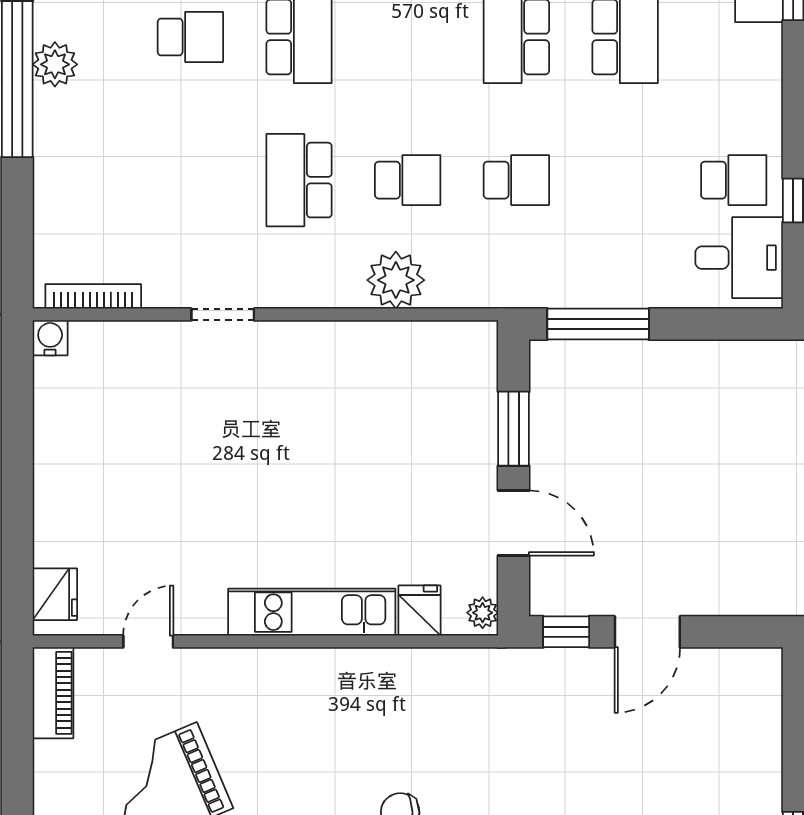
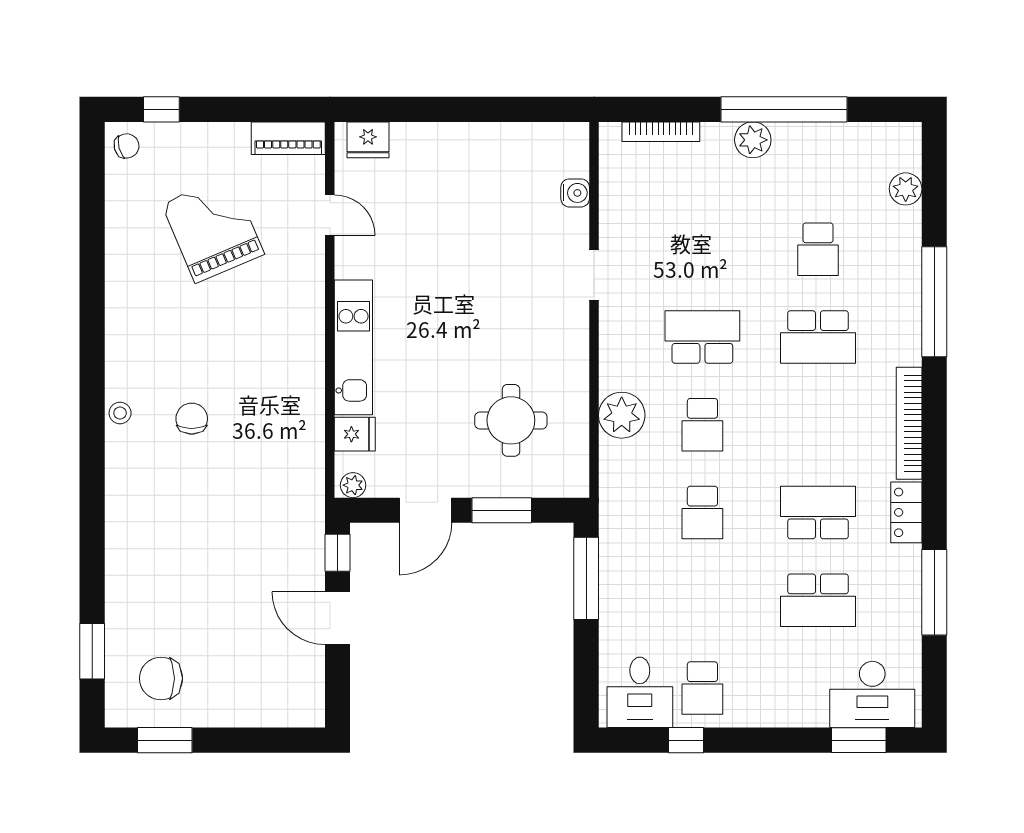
plant: (55, 64) -> (753, 140), moved
bookcase: (93, 296) -> (661, 132), moved, turned 90
water cooler: (50, 338) -> (575, 193), moved
round table: (402, 417) -> (511, 420), added

